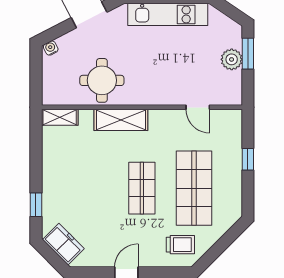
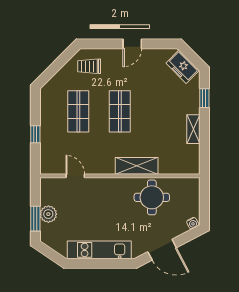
shelving: (60, 117) -> (193, 129), moved, turned 90
shop shelf: (194, 188) -> (78, 111), width x0.70, depth x0.74

